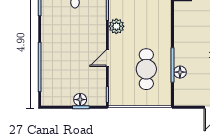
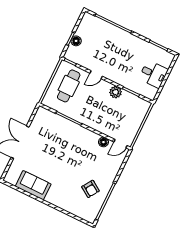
door: (107, 58) -> (96, 75), swing flipped
cafe table: (146, 69) -> (69, 86), moved, turned 90
floor lamp: (180, 72) -> (103, 142), moved

